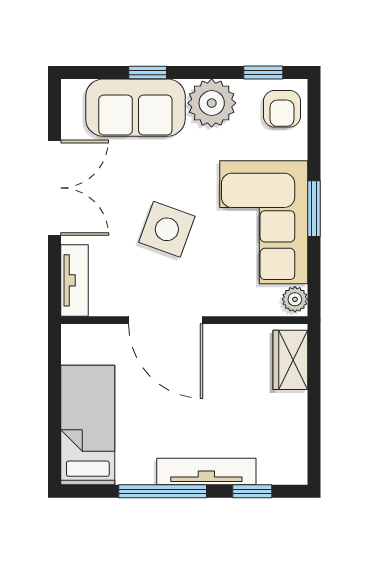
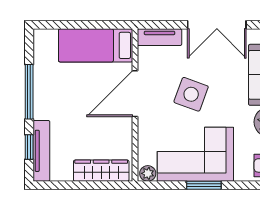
wardrobe: (290, 360) -> (101, 171), width x1.50
bed: (88, 425) -> (96, 45), moved, turned 180
tv unit: (206, 471) -> (41, 151), moved

